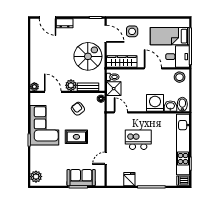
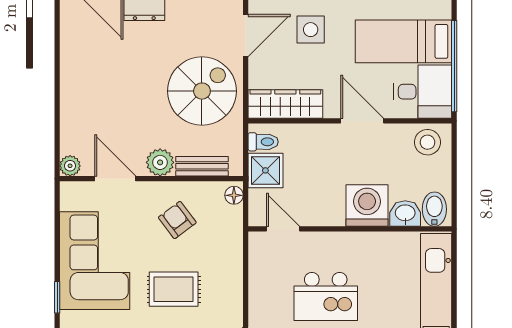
door: (106, 34) -> (246, 36), hinge flipped
kitchen island: (138, 140) -> (326, 296), turned 180

